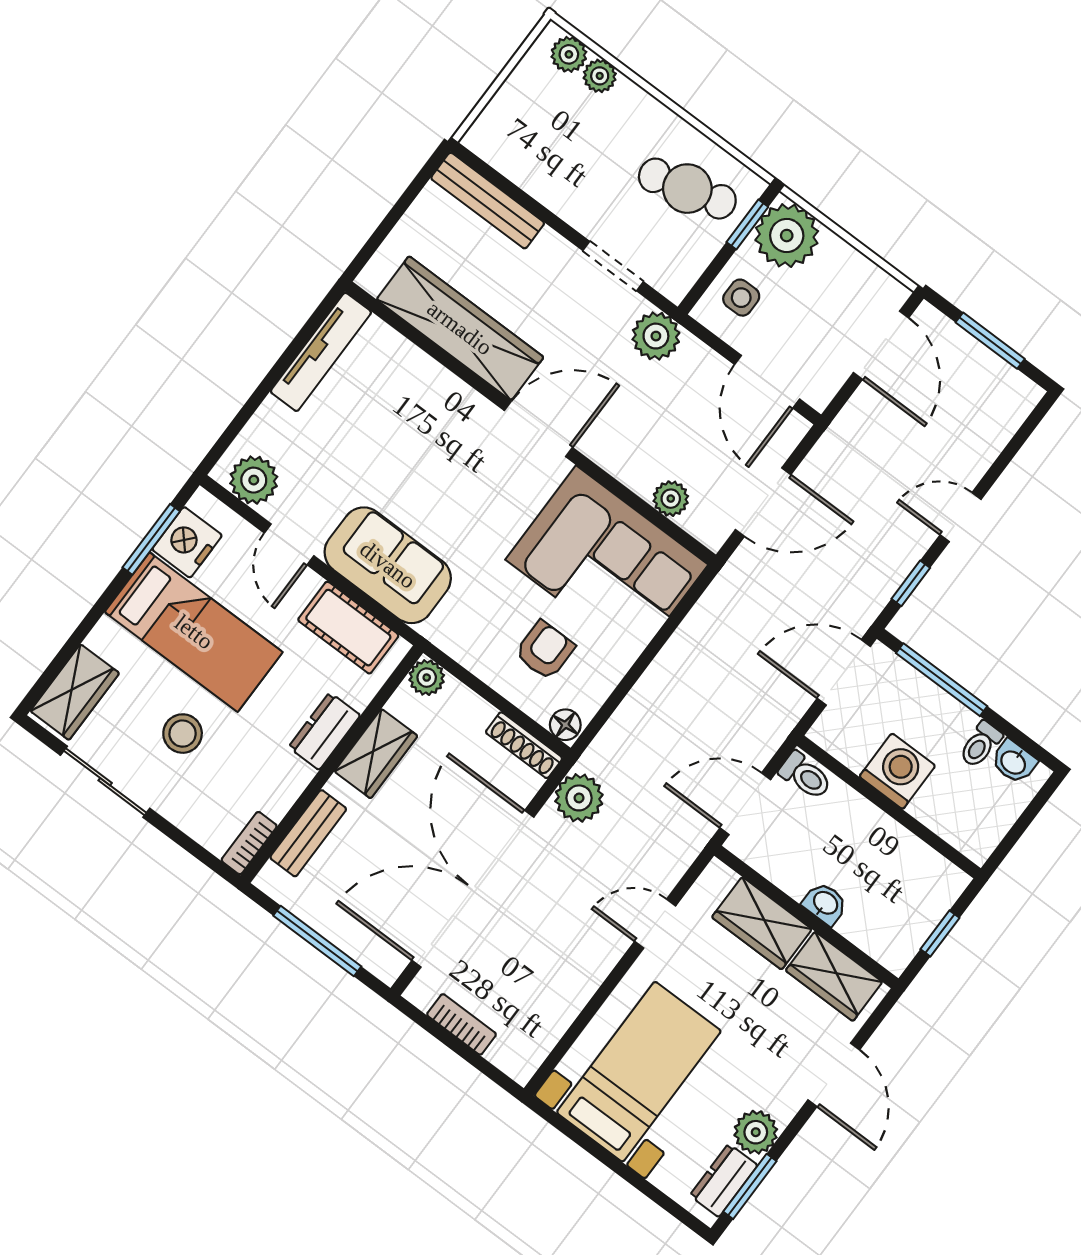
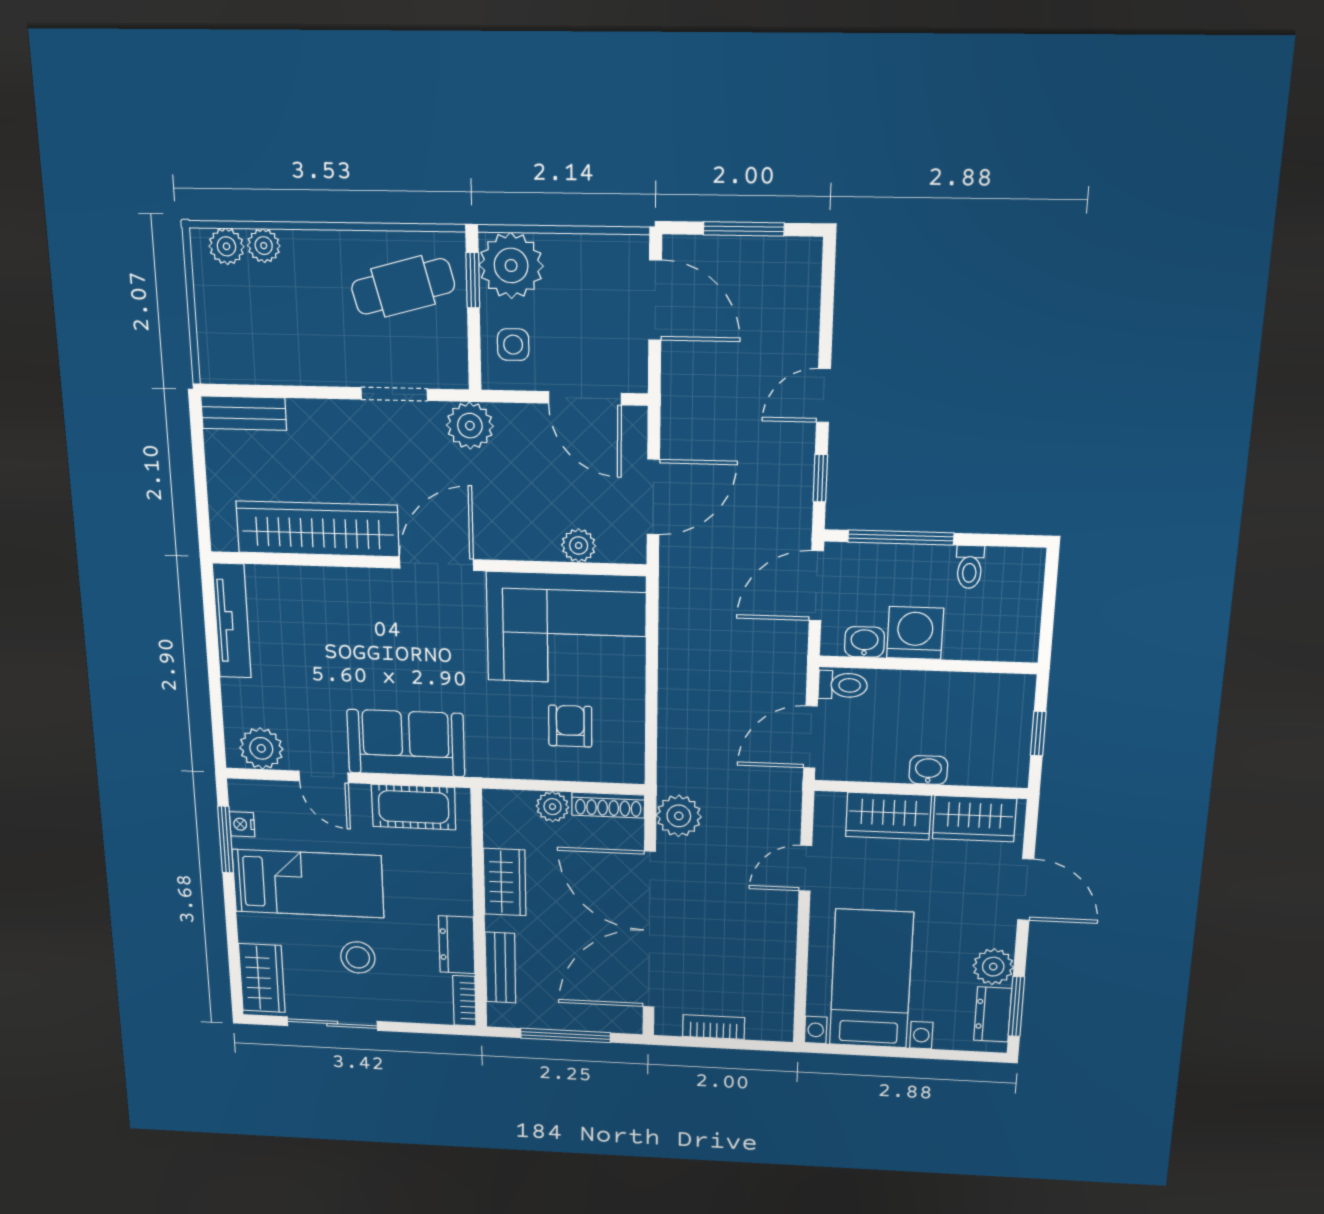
bench: (488, 201) -> (244, 413), width x0.73
nightstand: (187, 542) -> (242, 824), width x0.53, depth x0.56
plant: (427, 678) -> (552, 807), moved
floor lamp: (565, 725) -> (628, 770), removed
dresser: (324, 731) -> (457, 945), moved
washbasin: (1014, 762) -> (864, 642), moved, turned 180

